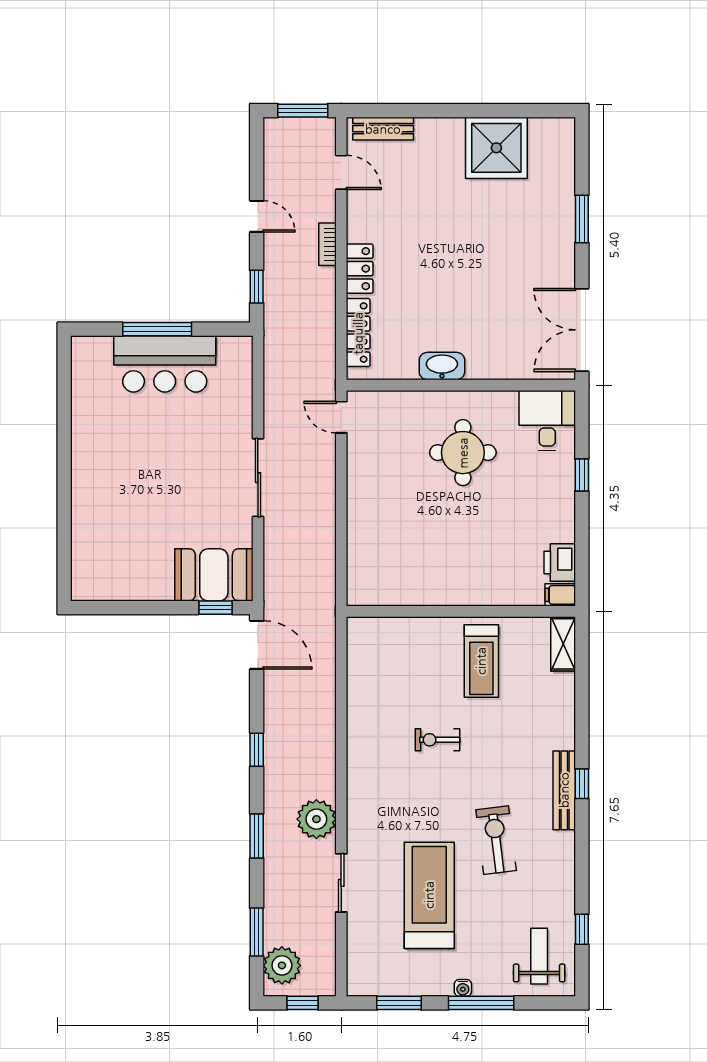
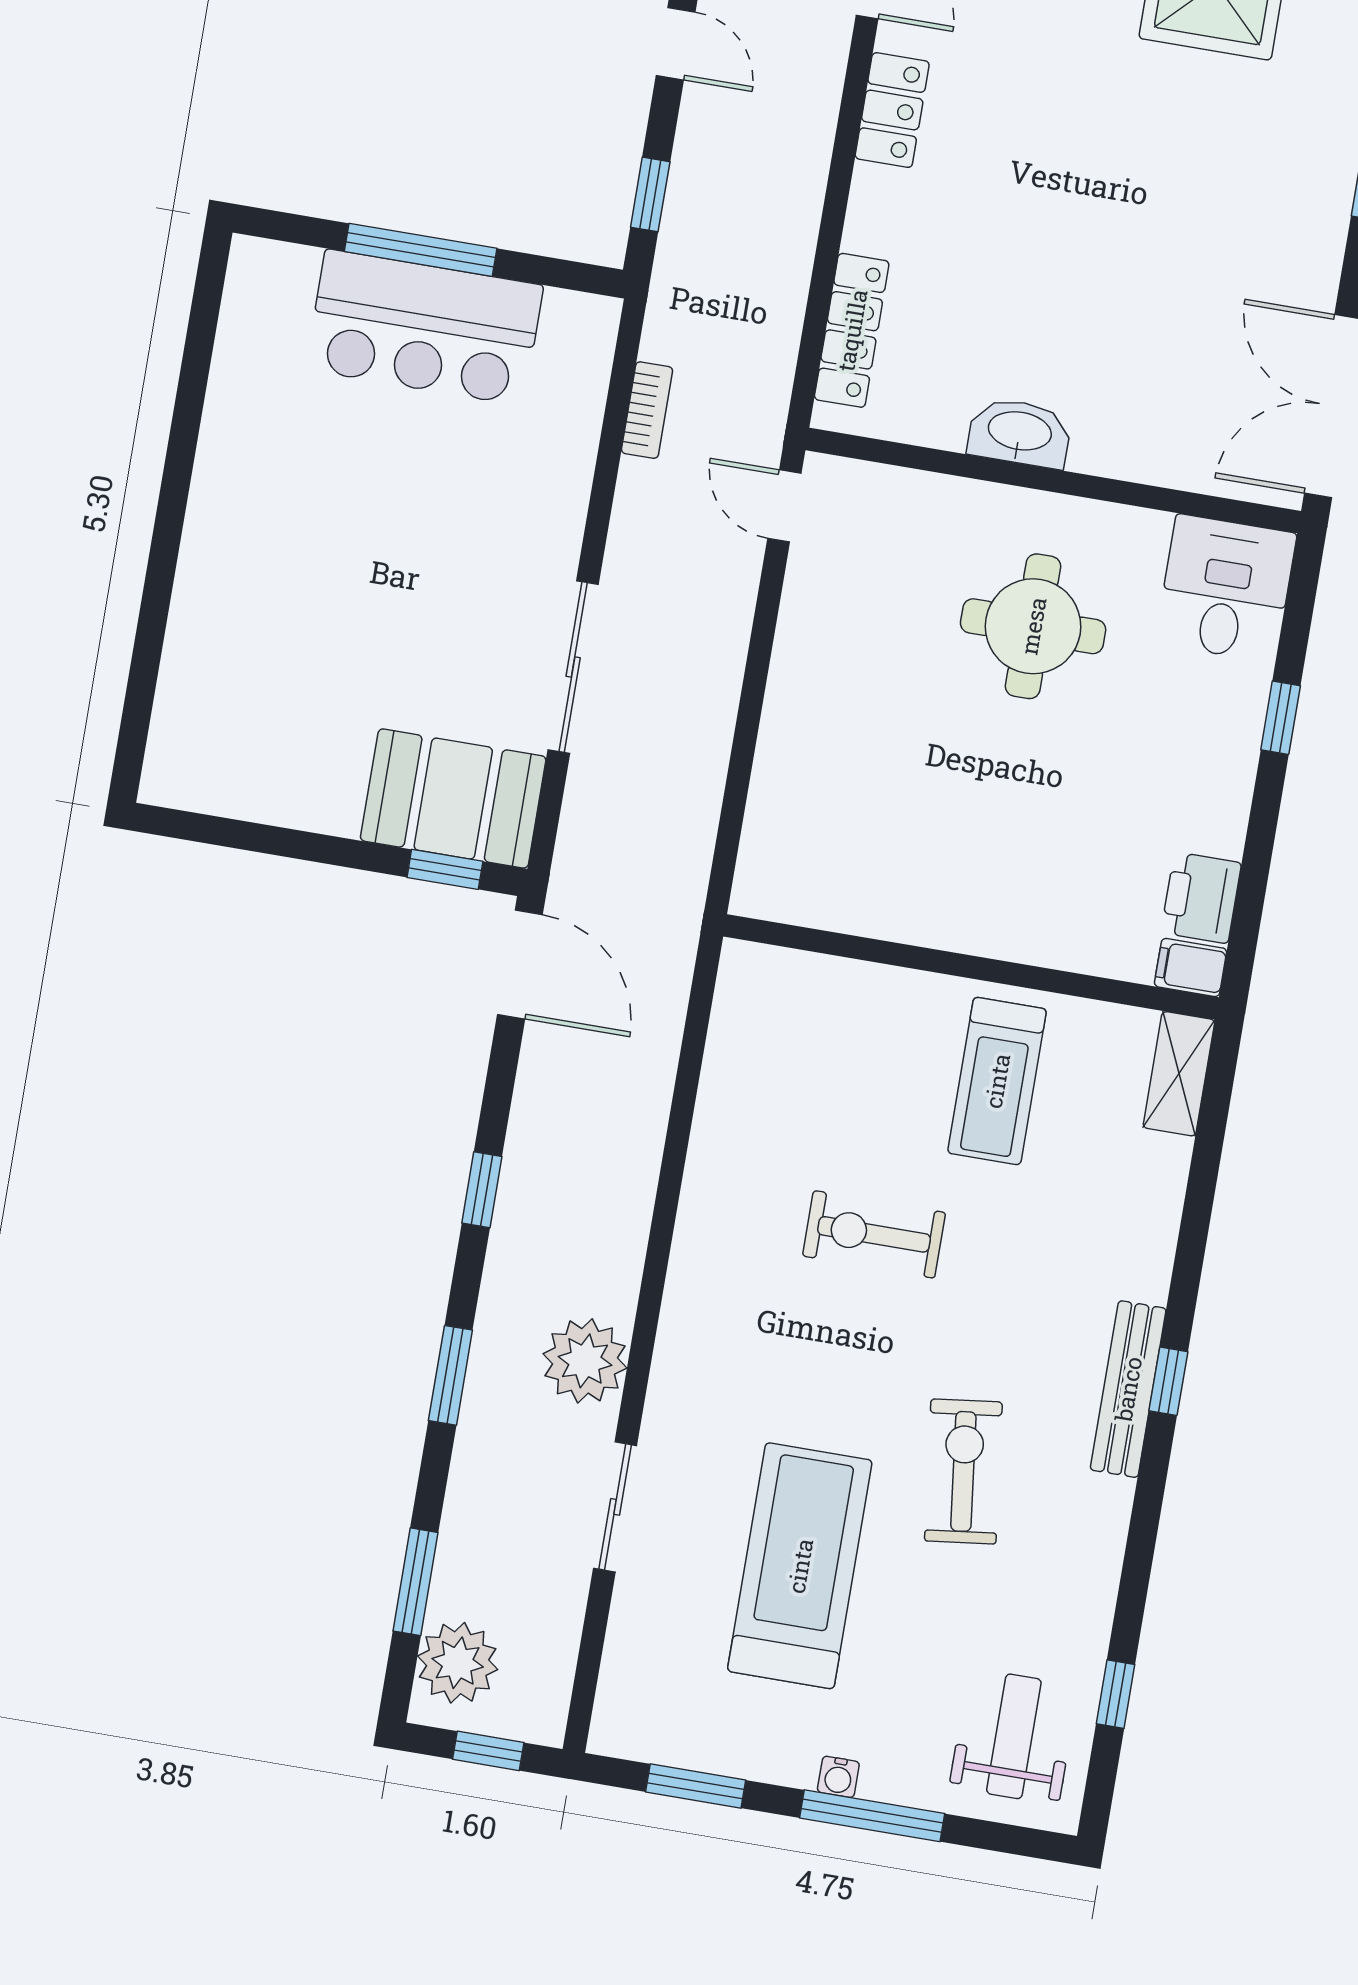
bookcase: (327, 244) -> (647, 410), moved, turned 180
locker: (360, 269) -> (892, 110), moved
sliding door: (258, 478) -> (573, 667), moved
exercise bike: (437, 740) -> (874, 1234), width x1.38, depth x1.39

